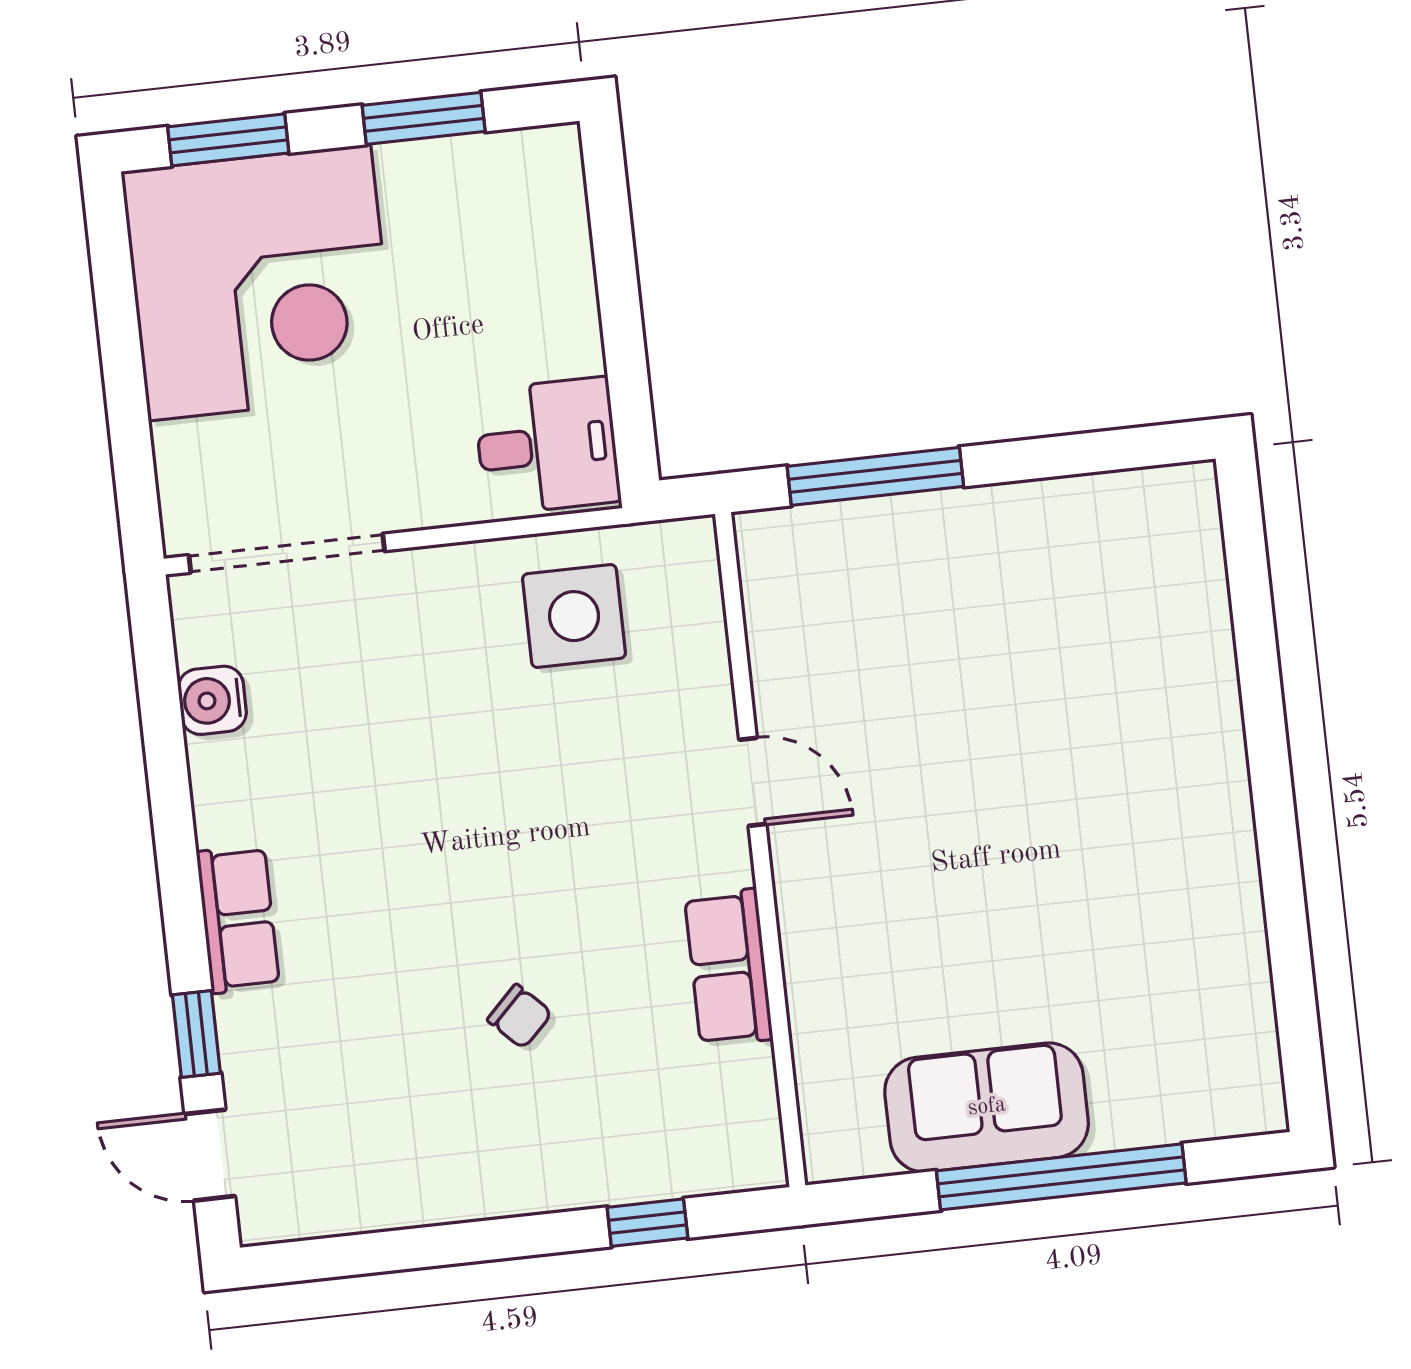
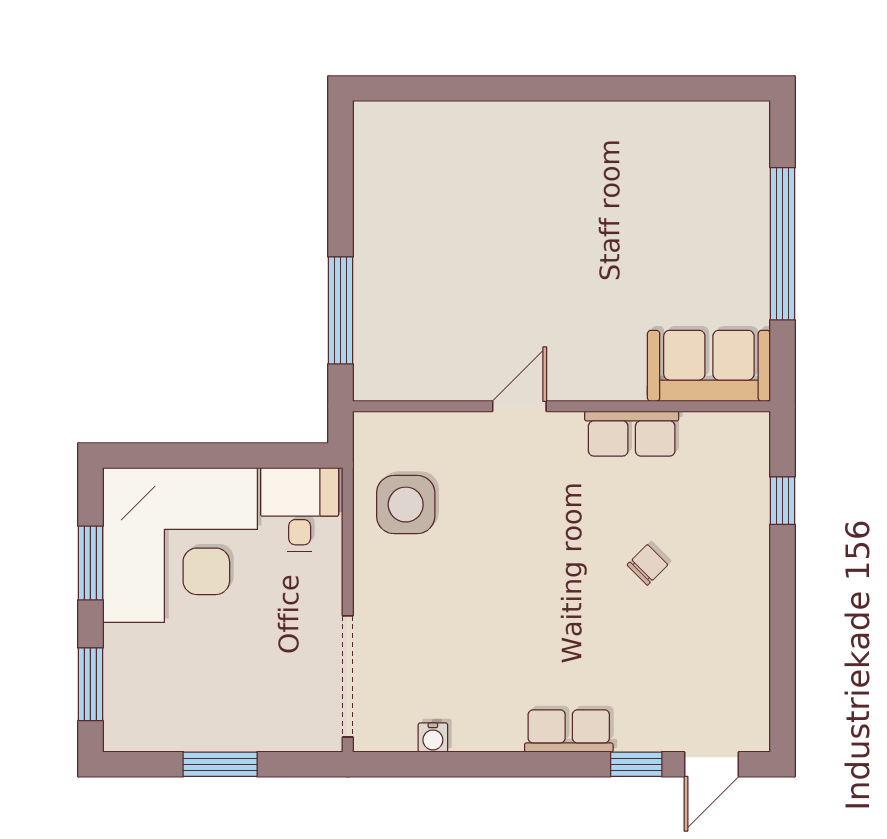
corner desk: (259, 283) -> (180, 545), moved, turned 90
window: (122, 363) -> (220, 764), added
water cooler: (212, 700) -> (433, 738), width x0.72, depth x0.72
sofa: (987, 1107) -> (709, 366), moved, turned 90

